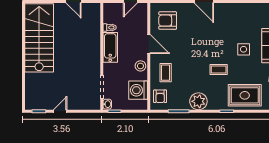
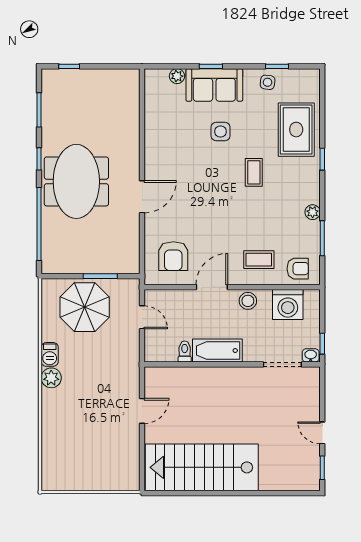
plant: (198, 101) -> (313, 212), width x0.53, depth x0.53

